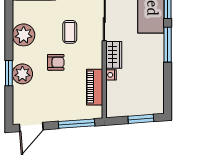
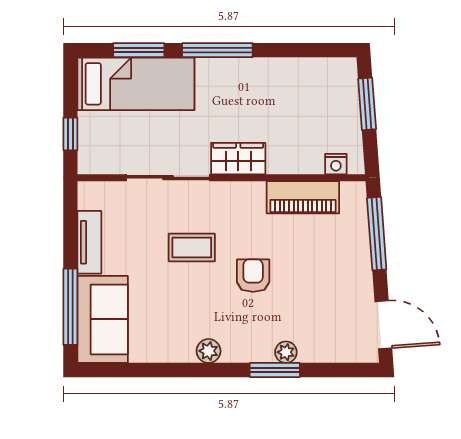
plant: (24, 35) -> (209, 351), width x0.53, depth x0.53
plant: (22, 74) -> (286, 352), width x0.53, depth x0.53
nightstand: (111, 75) -> (336, 164), moved

